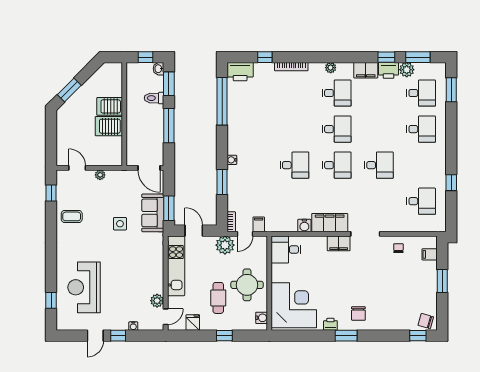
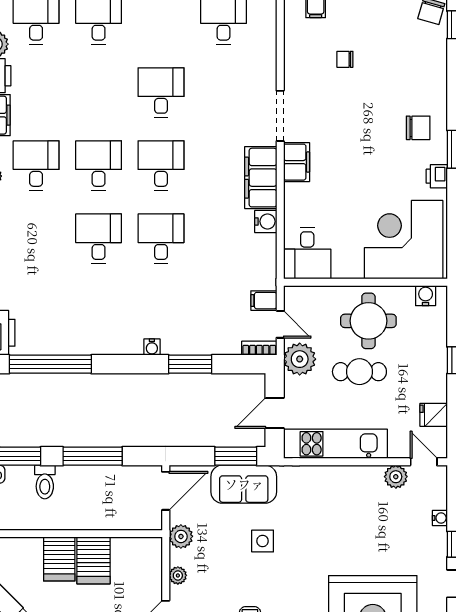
desk: (294, 129) -> (99, 239), added
plant: (123, 177) -> (181, 536), added
chair: (398, 248) -> (345, 59), moved
cafe table: (218, 298) -> (359, 372), moved

